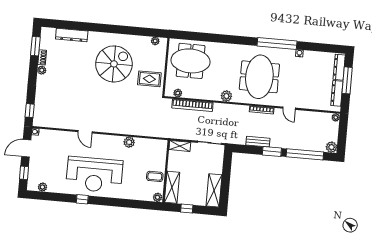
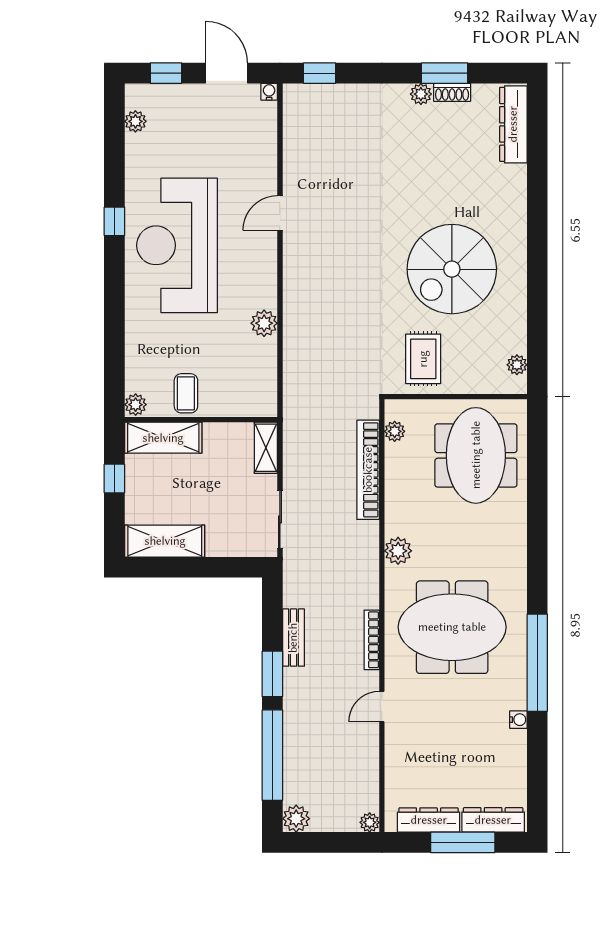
dresser: (72, 35) -> (513, 124), moved
window: (35, 46) -> (445, 73), moved
spiral stairs: (114, 64) -> (452, 269), turned 90

